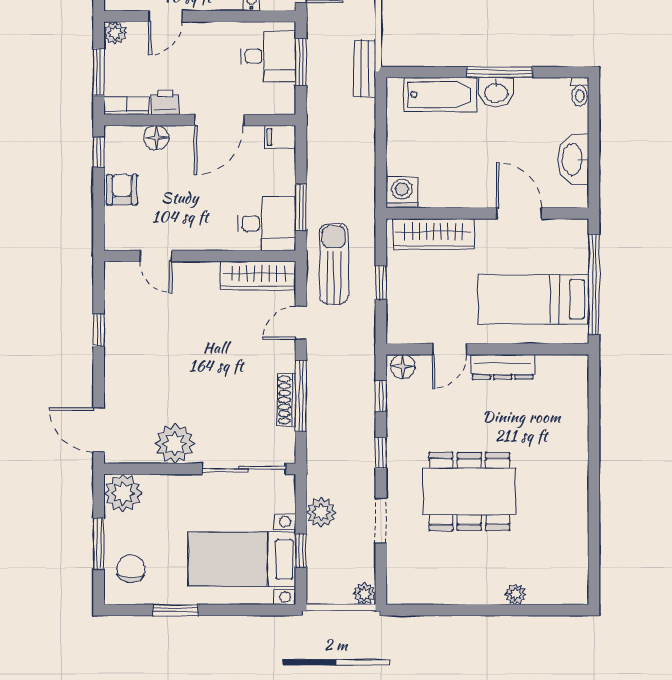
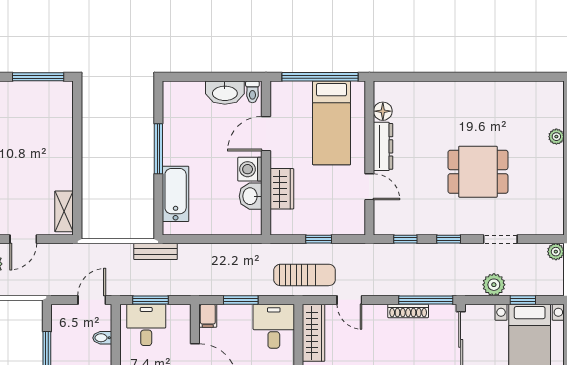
washbasin: (496, 92) -> (251, 196), moved, turned 180
toilet: (580, 92) -> (252, 92), moved, turned 90
washing machine: (402, 192) -> (250, 169), moved
window: (301, 207) -> (241, 300), moved
wardrobe: (434, 234) -> (282, 189), width x0.67
sun lounger: (334, 264) -> (305, 275), turned 180
floor lamp: (403, 367) -> (383, 111), moved
window: (301, 396) -> (426, 300), moved
dining table: (469, 491) -> (478, 172), width x0.73

